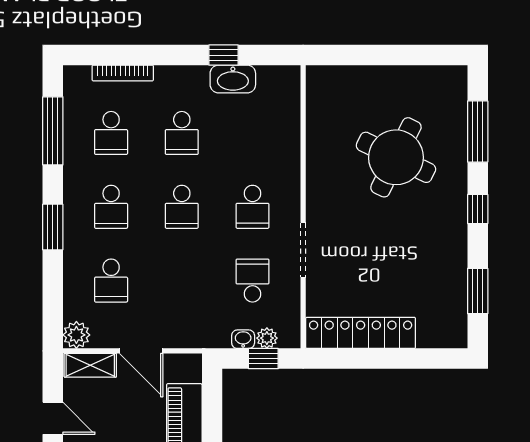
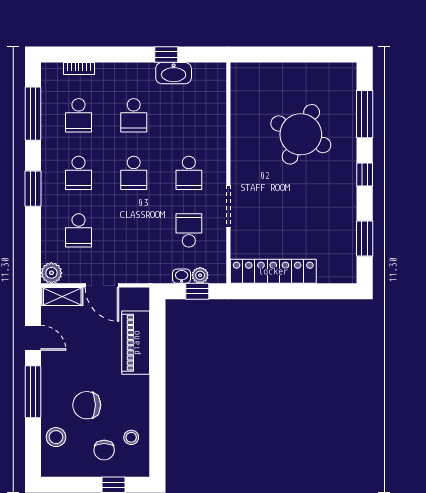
bookcase: (123, 73) -> (79, 68), width x0.64

